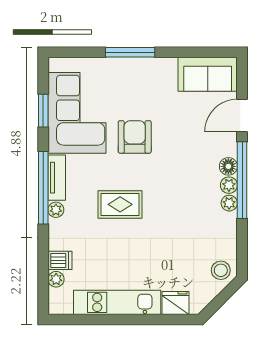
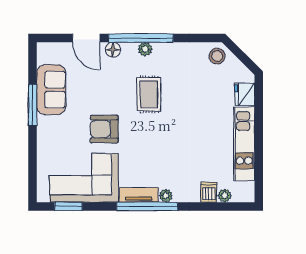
window: (130, 52) -> (33, 105), moved
sofa: (208, 74) -> (51, 90), moved
window: (43, 111) -> (68, 206), moved
floor lamp: (228, 166) -> (113, 50), moved
plant: (229, 203) -> (160, 49), removed
rug: (120, 204) -> (149, 94), moved

